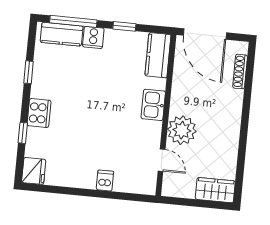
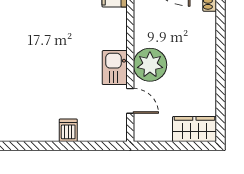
kitchen sink: (153, 105) -> (115, 68), moved

